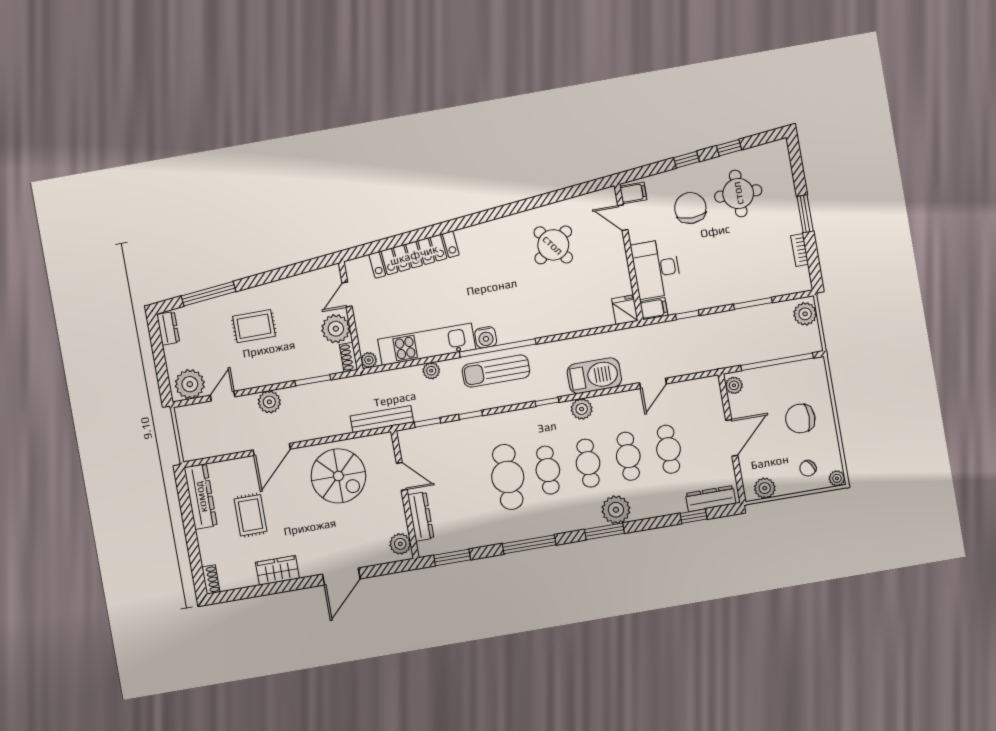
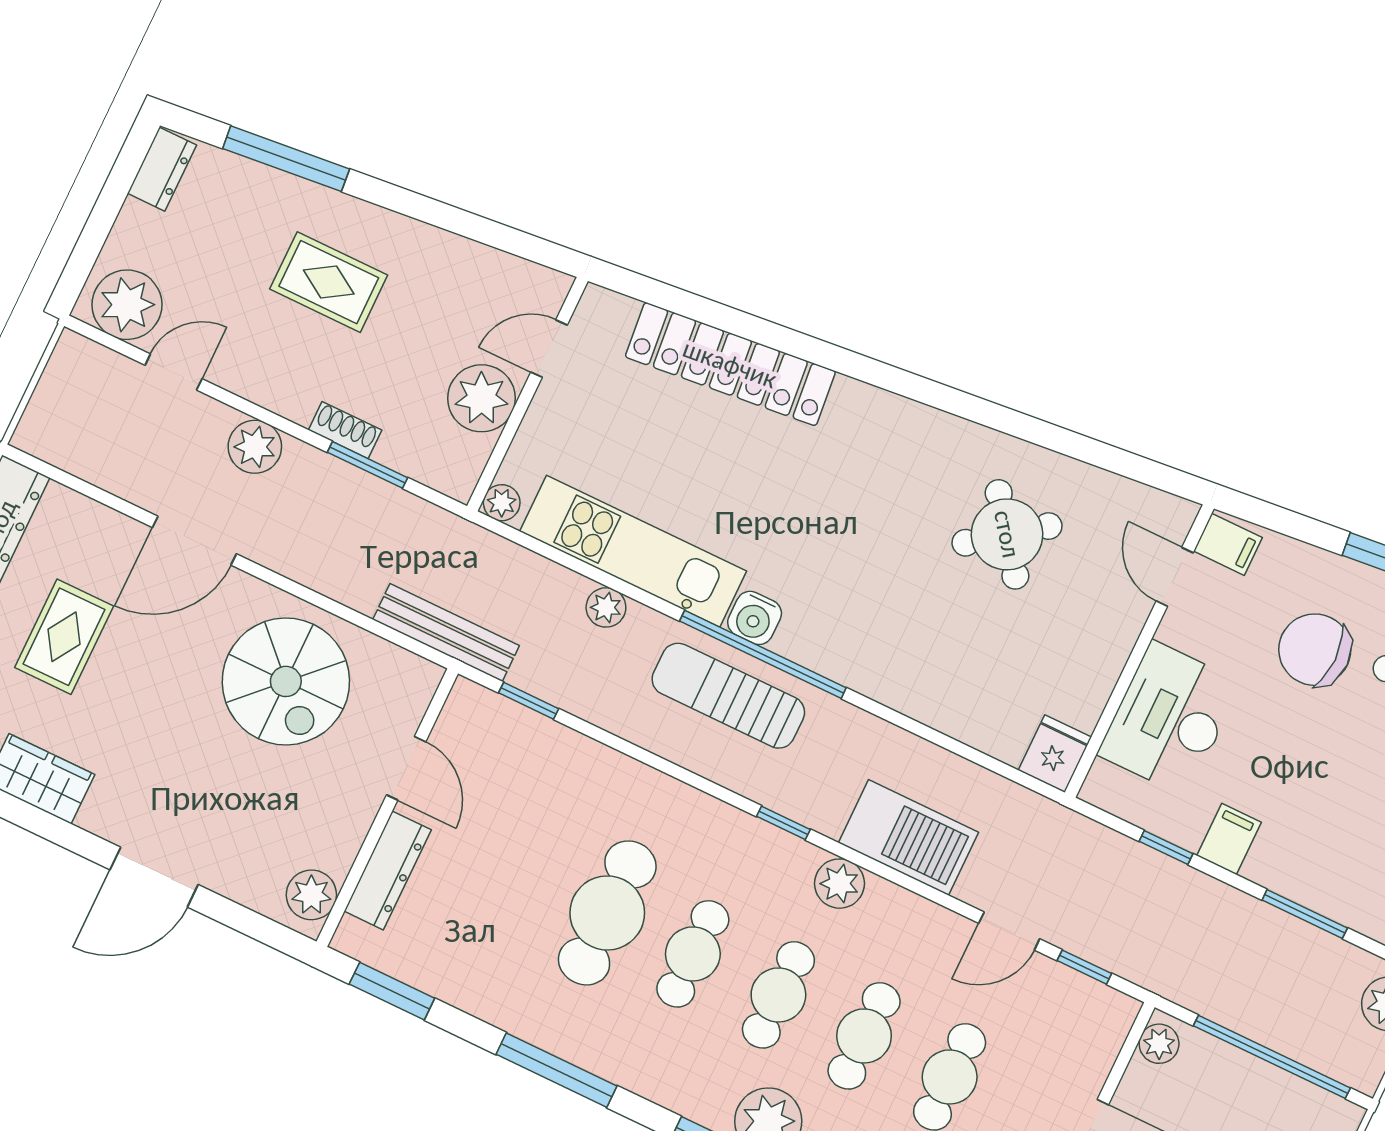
chair: (690, 208) -> (1315, 650), turned -90
filing cabinet: (654, 309) -> (1229, 839), moved, turned -90
shoe rack: (349, 357) -> (345, 430), moved, turned 90
window: (471, 415) -> (1084, 967), moved

